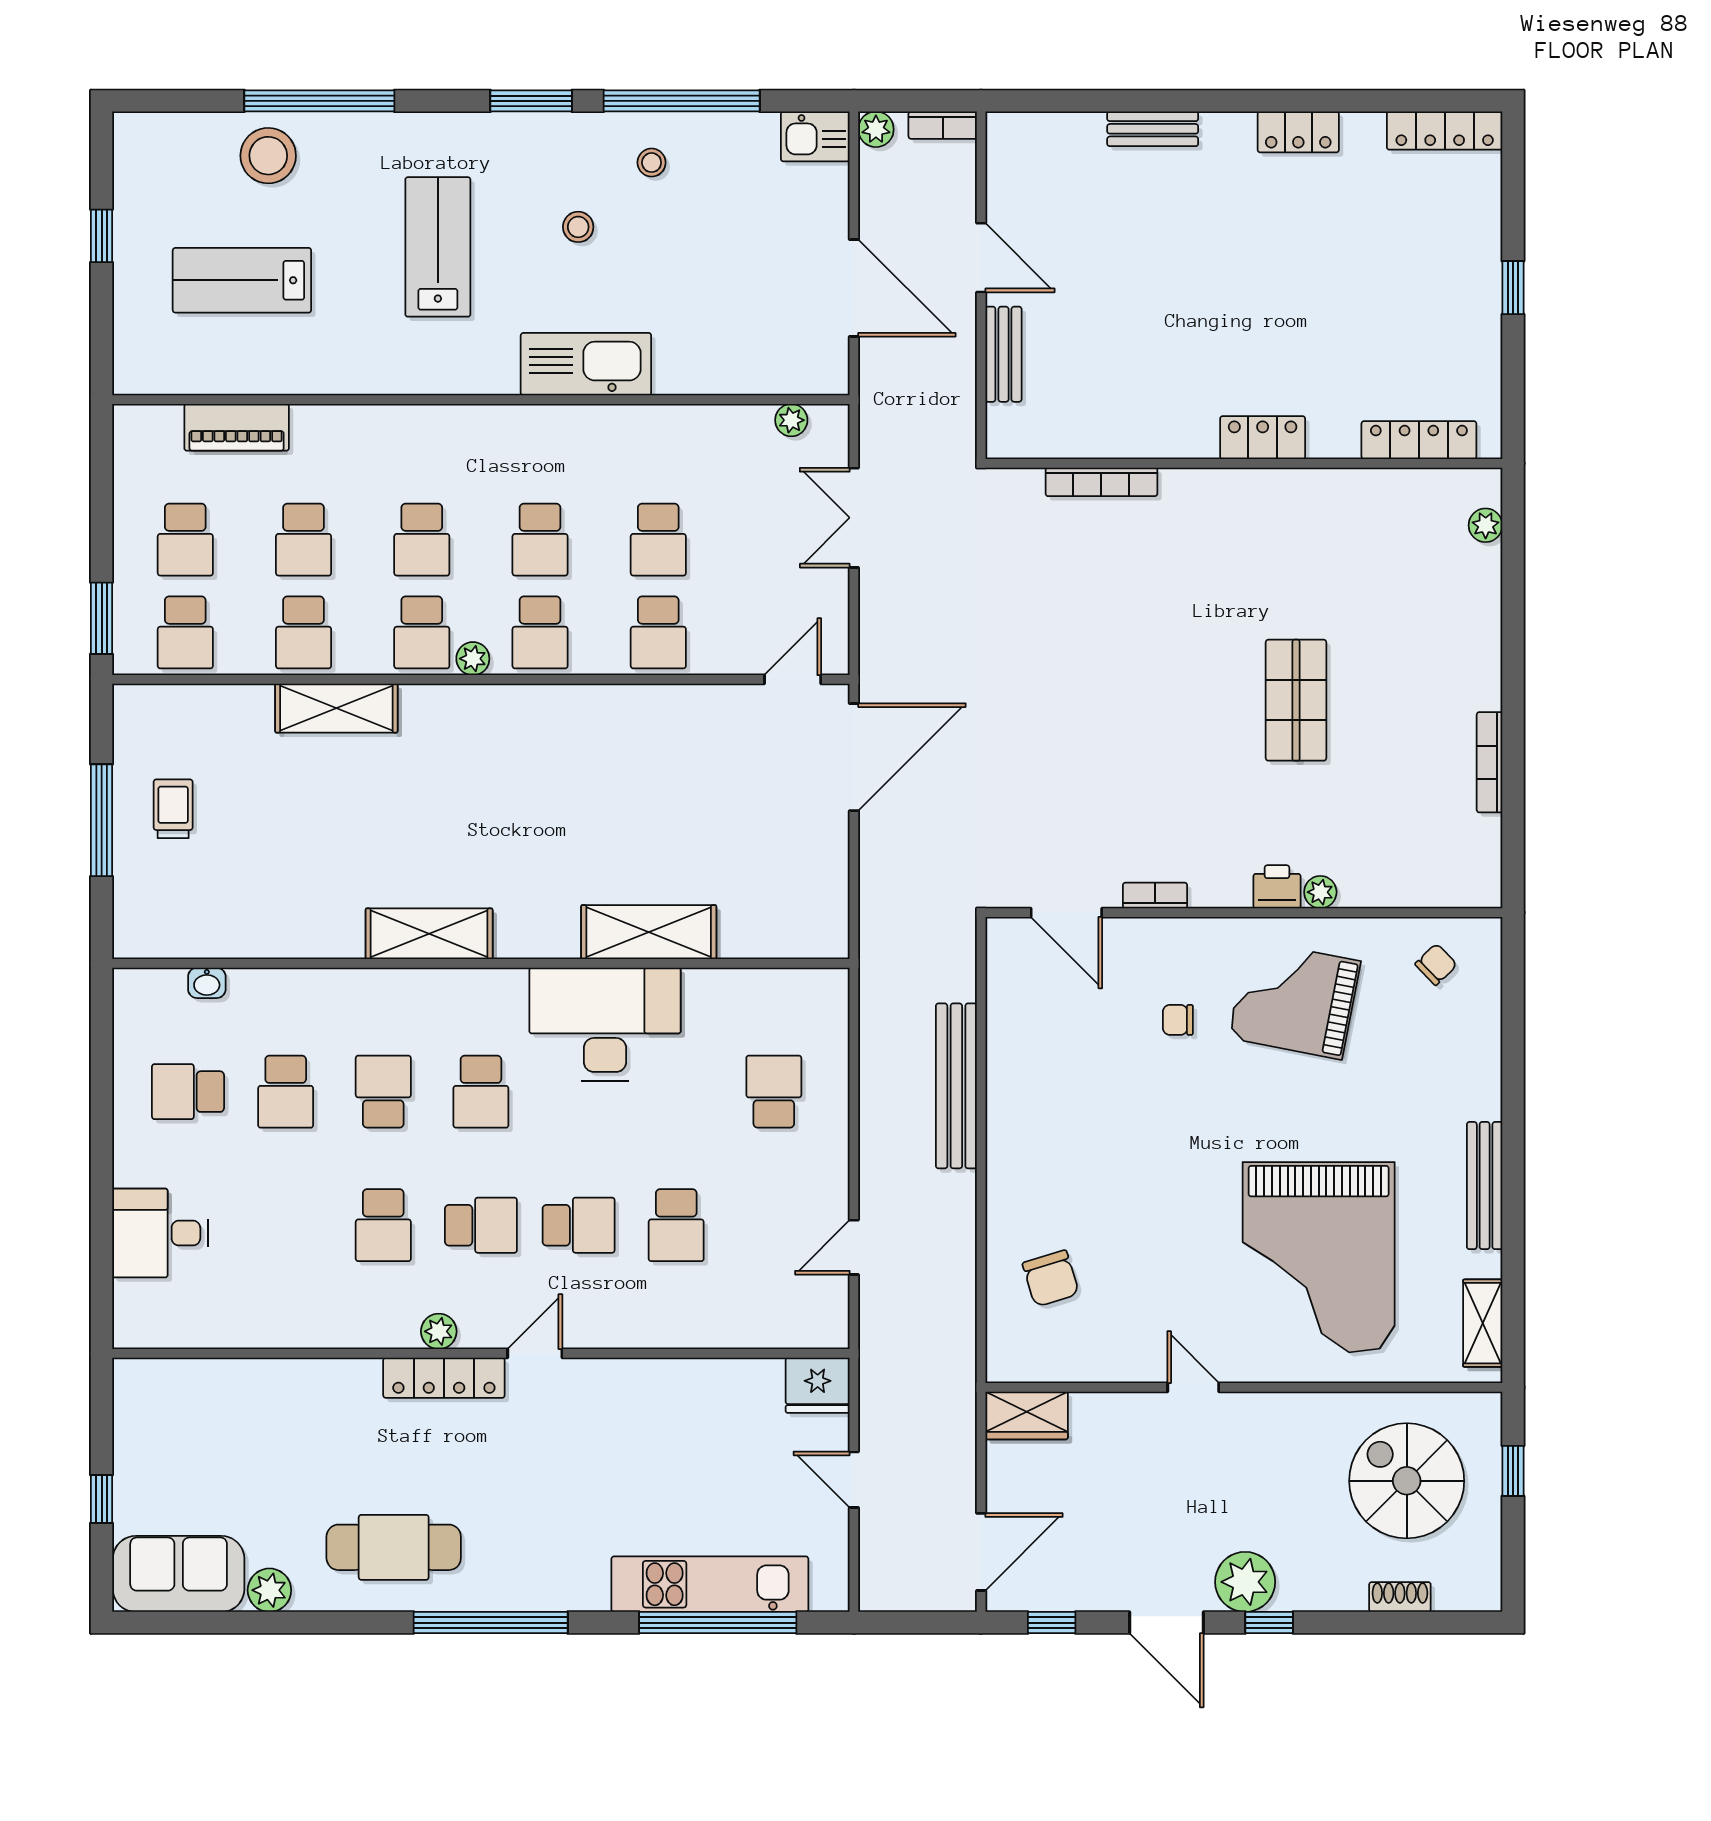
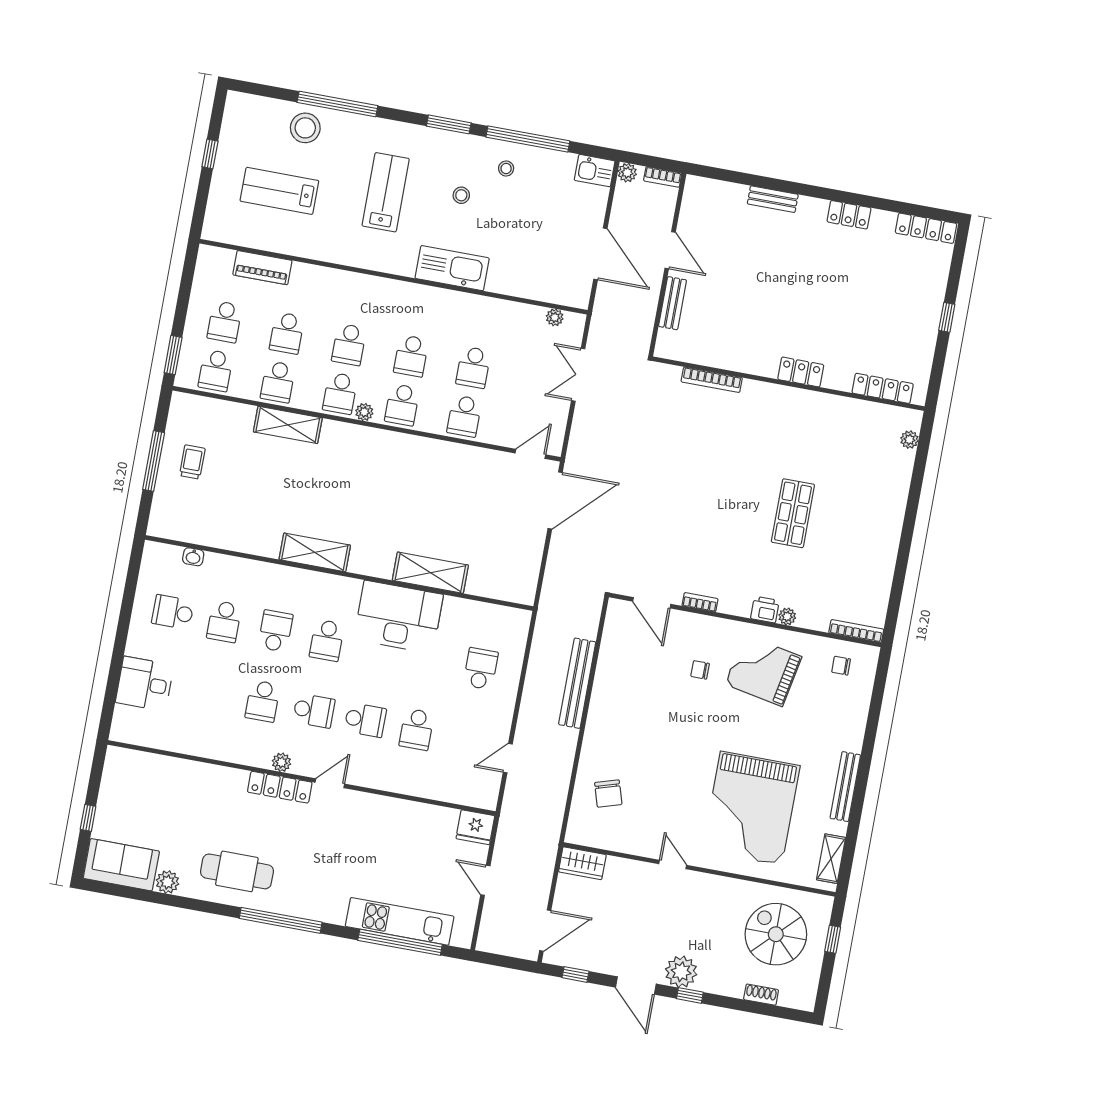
bookcase: (1490, 762) -> (856, 631), moved, turned 90
chair: (1436, 964) -> (841, 666), turned -136

